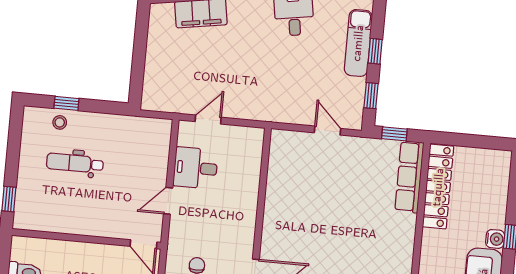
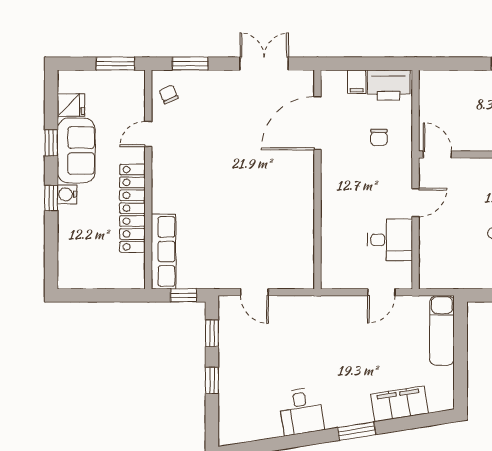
exam couch: (358, 43) -> (442, 330), moved, turned 180
locker: (438, 187) -> (132, 208), moved

